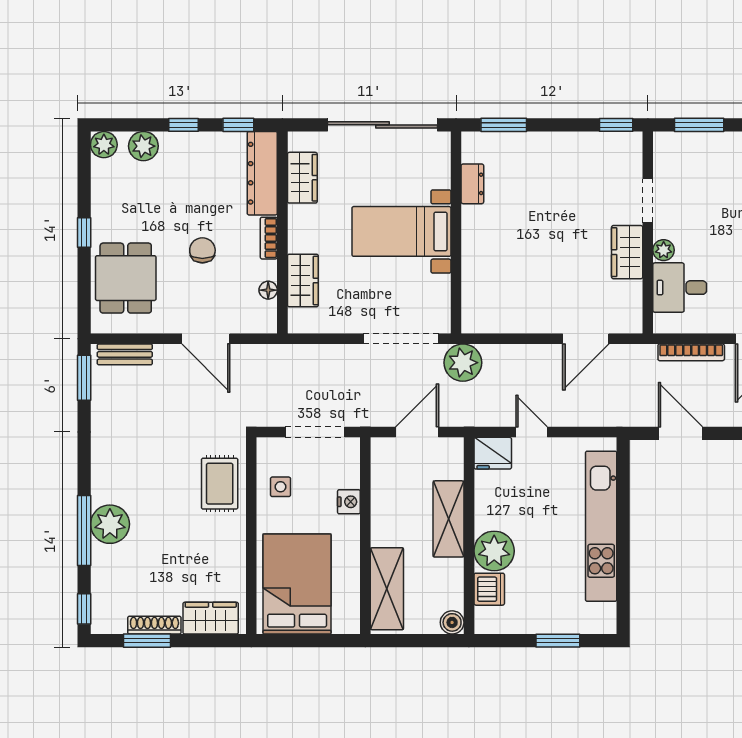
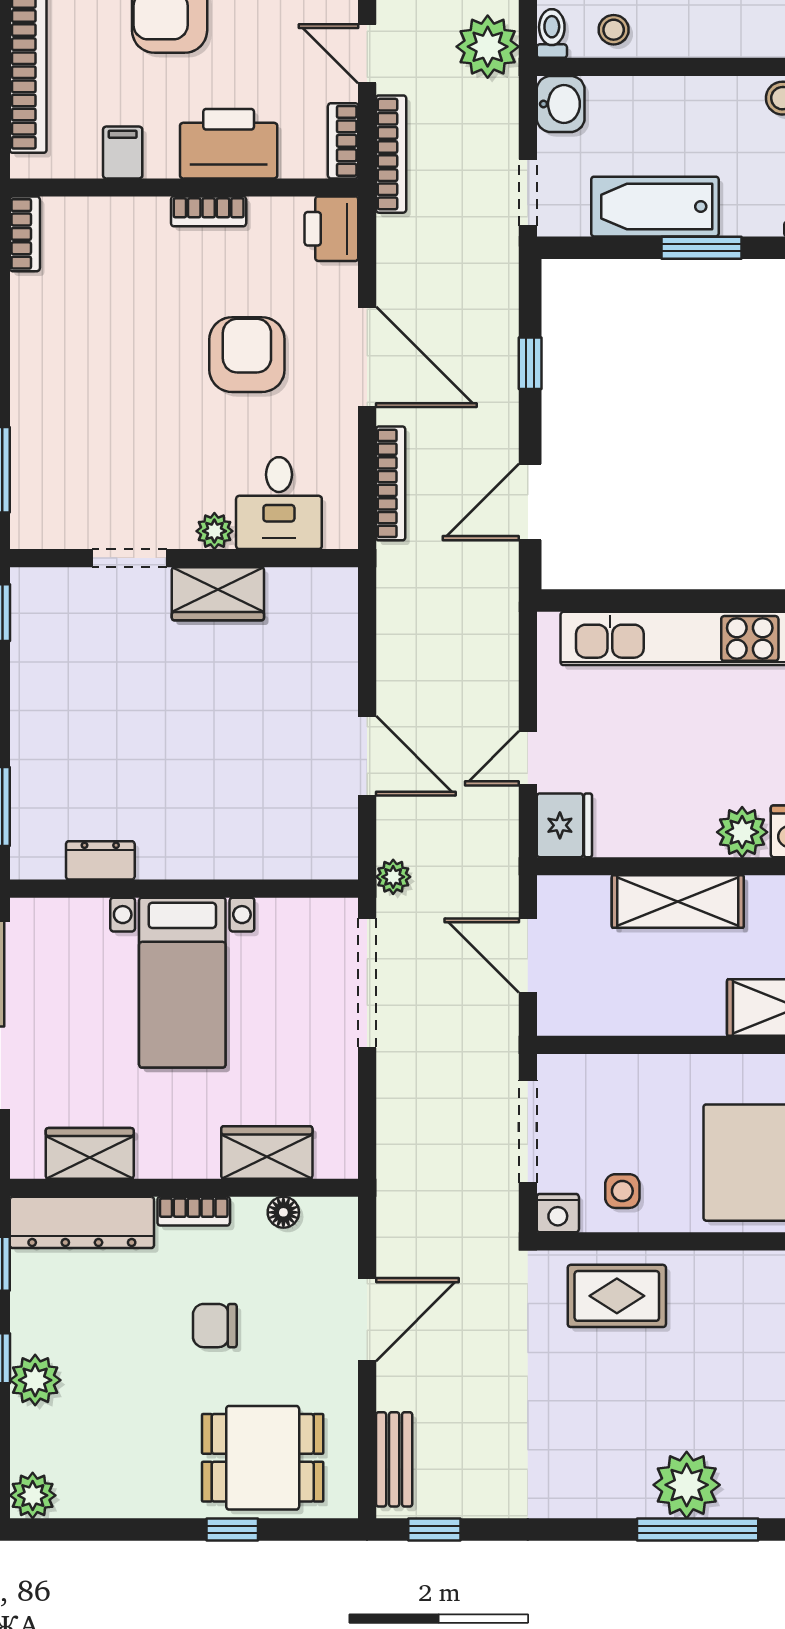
plant: (143, 146) -> (35, 1380), moved
window: (84, 233) -> (232, 1529), moved
door: (586, 339) -> (367, 756), moved
plant: (463, 363) -> (393, 877), width x0.53, depth x0.53
window: (84, 378) -> (434, 1529), width x0.67
nightstand: (349, 502) -> (558, 1213), moved, turned 180
plant: (494, 551) -> (742, 832), width x0.73, depth x0.73

